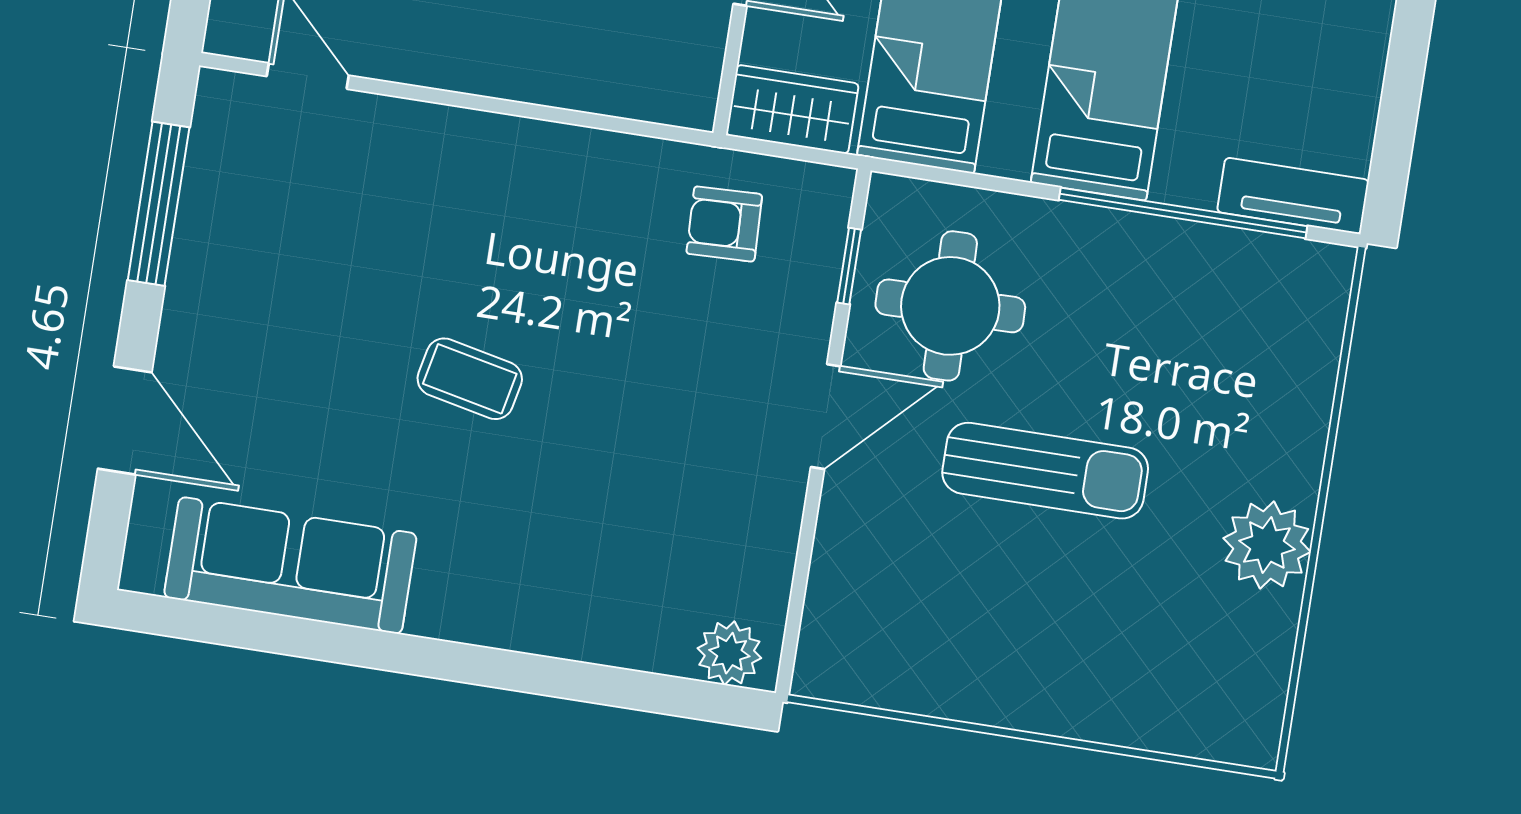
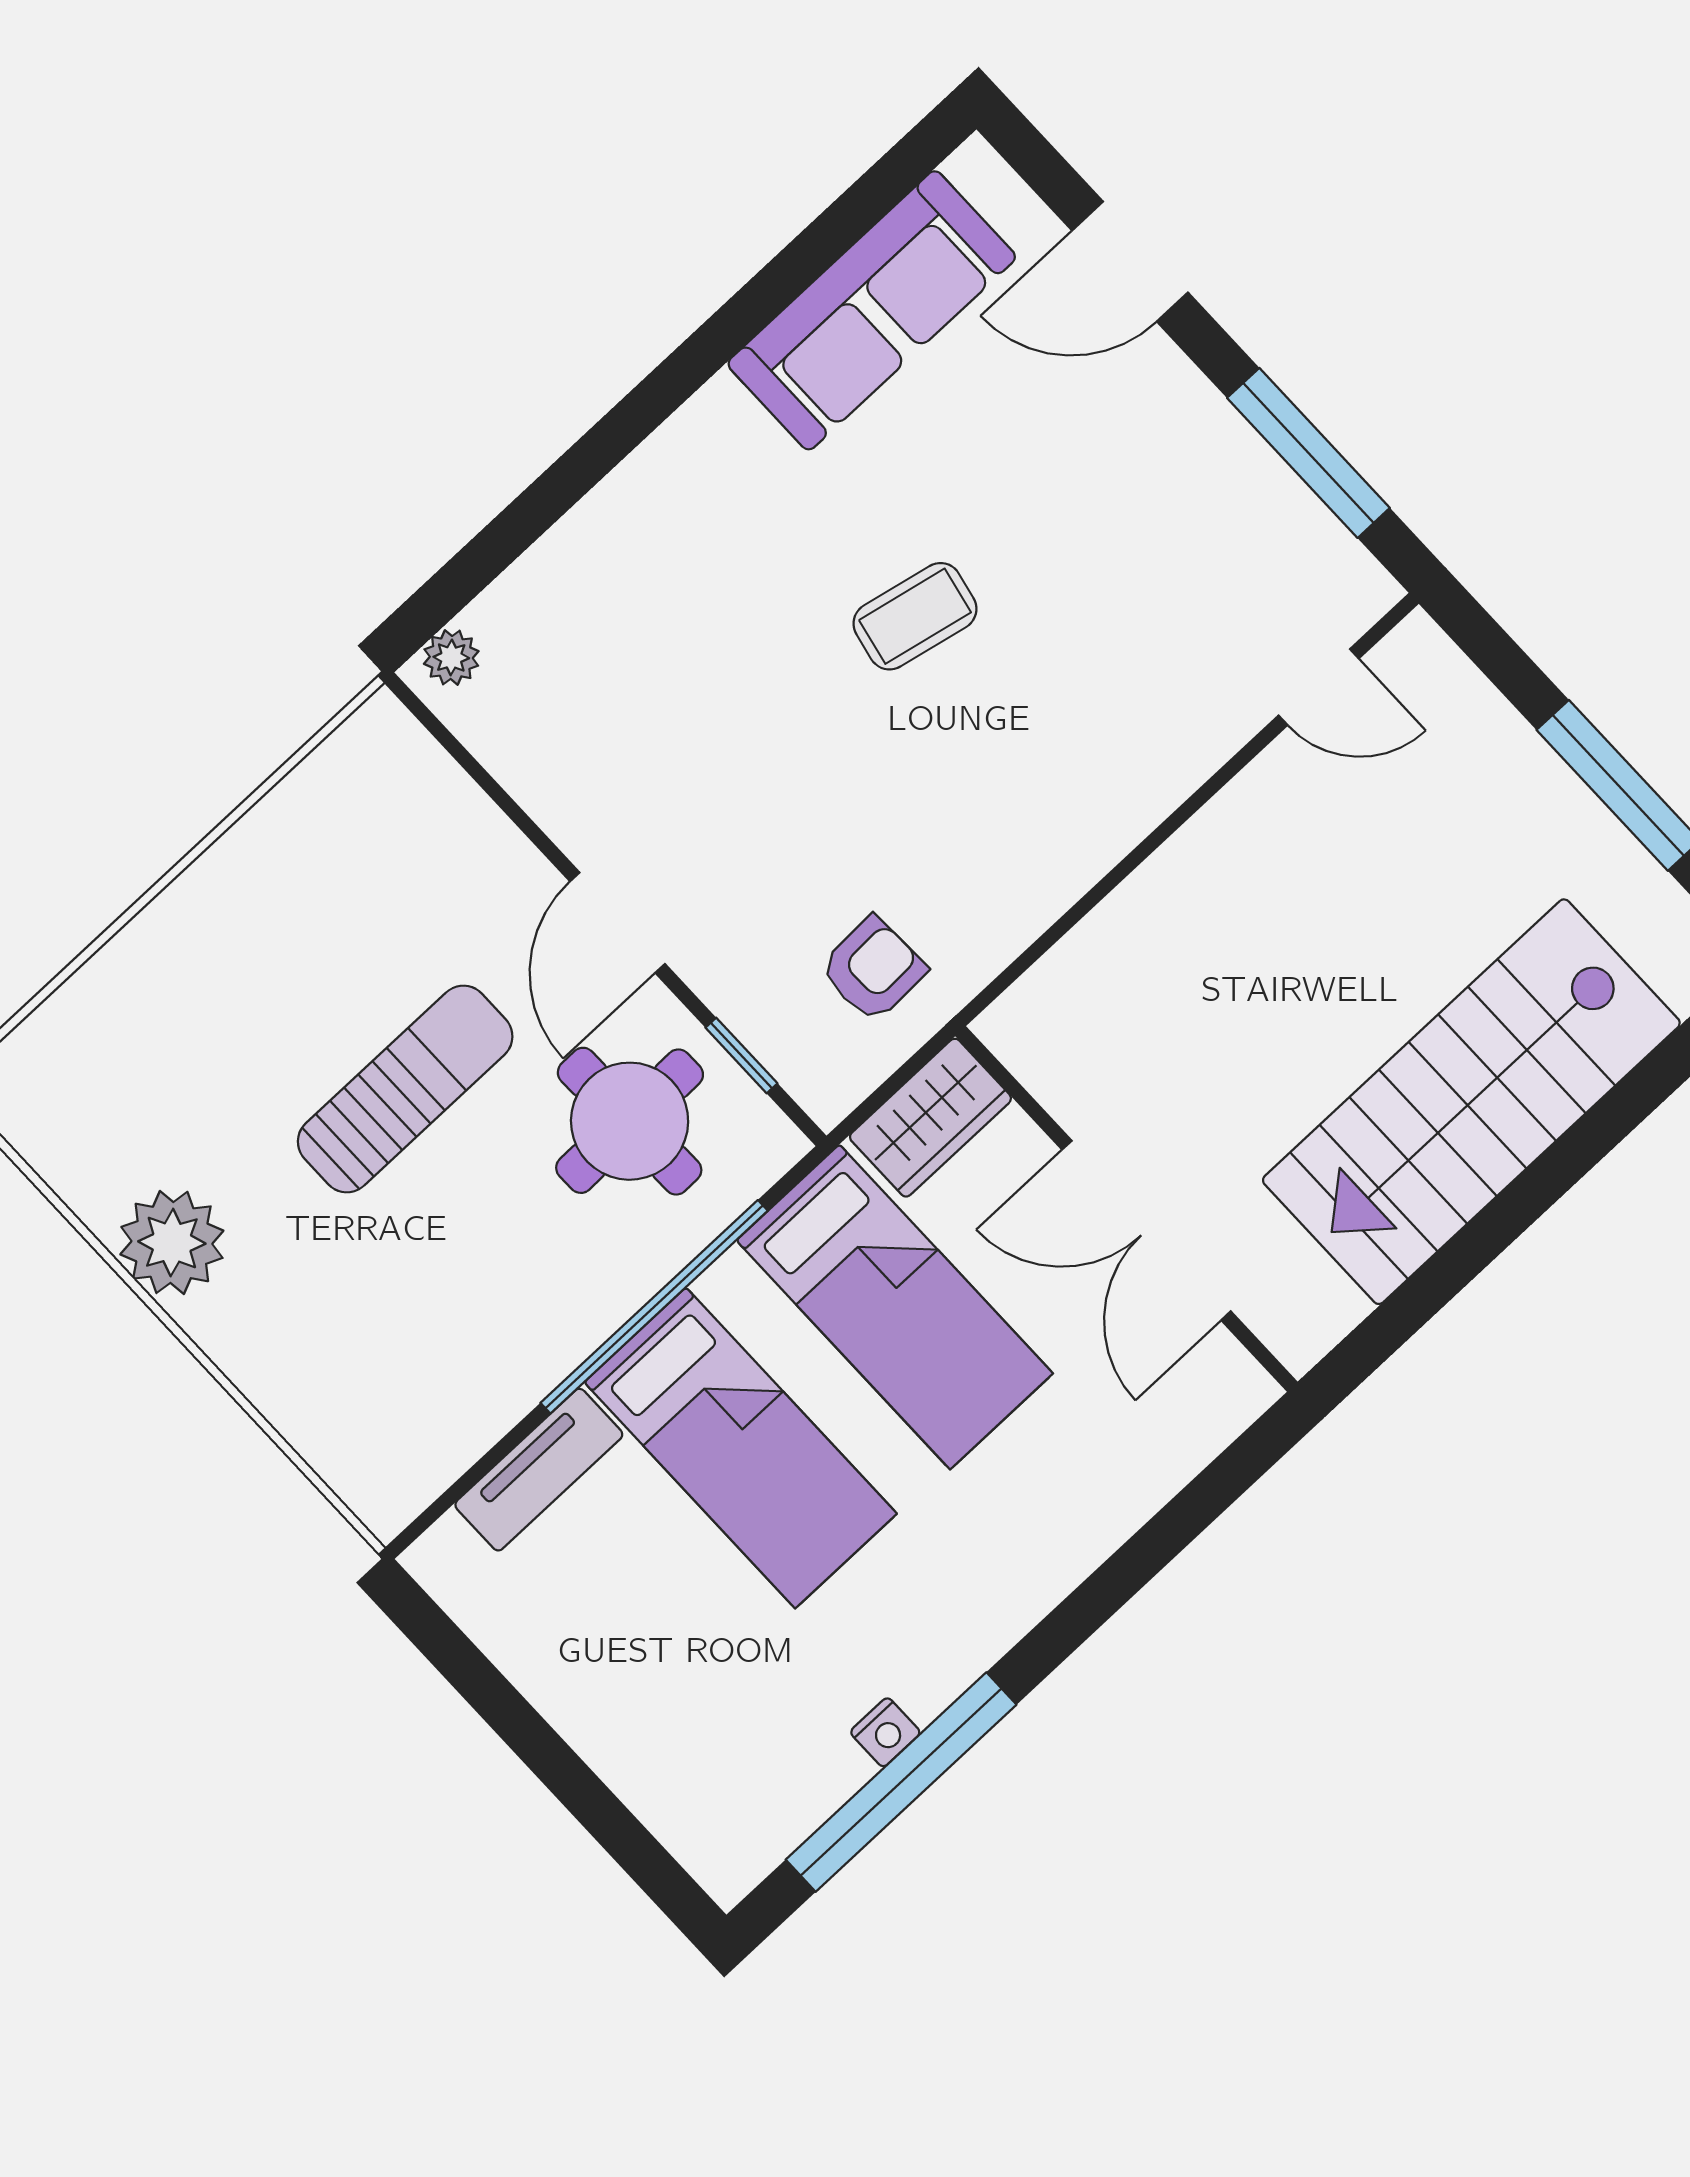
tv unit: (1293, 196) -> (539, 1470), moved
window: (1183, 213) -> (654, 1307), moved
sun lounger: (1045, 471) -> (405, 1089), turned 180
plant: (729, 653) -> (451, 657), width x0.73, depth x0.73

